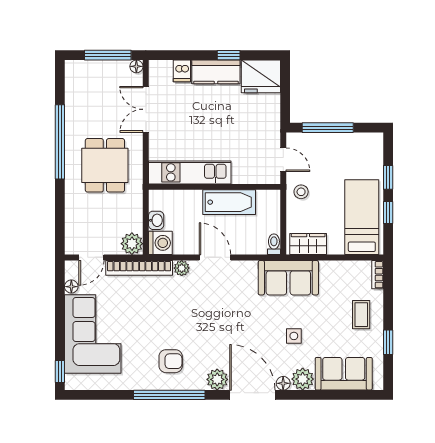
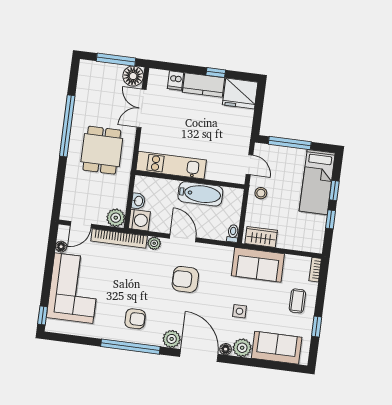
floor lamp: (136, 66) -> (133, 76), width x1.89, depth x1.89
bed: (362, 217) -> (317, 182), moved, turned 180
sofa: (288, 278) -> (258, 265), moved
armchair: (224, 306) -> (185, 279), added

